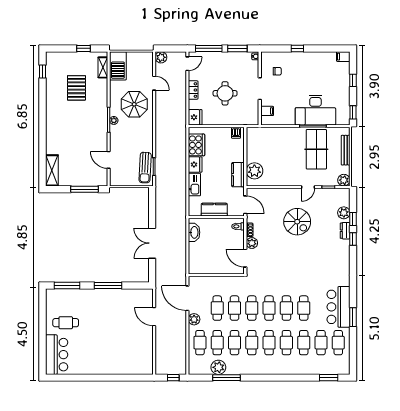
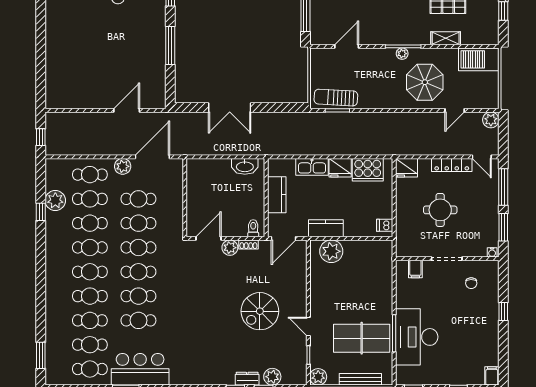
shelving: (103, 67) -> (446, 38), moved
locker: (193, 90) -> (452, 165), width x1.53
double door: (152, 243) -> (230, 107), swing flipped
window: (227, 378) -> (41, 212), width x0.46

